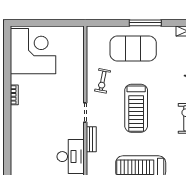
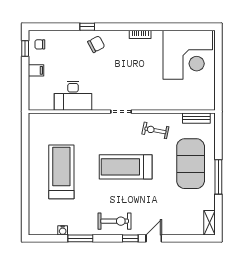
chair: (23, 135) -> (96, 44), added
bench: (91, 139) -> (196, 118), moved
window: (7, 143) -> (87, 27), added

